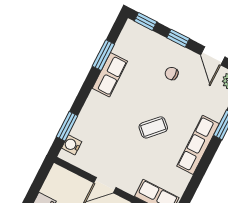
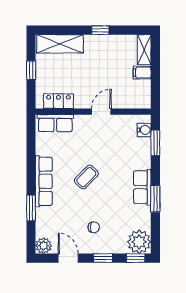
plant: (134, 36) -> (139, 242), added
window: (103, 55) -> (155, 199), moved
row of seats: (110, 75) -> (142, 187), moved

